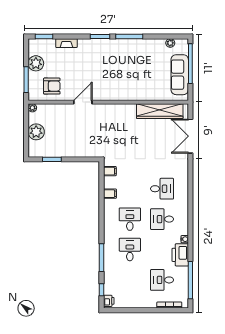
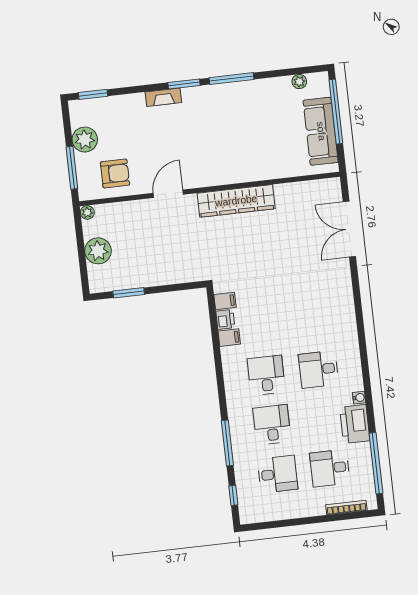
fireplace: (66, 43) -> (163, 97), moved
wardrobe: (160, 111) -> (236, 201), moved
desk: (162, 189) -> (278, 474), moved
printer: (109, 301) -> (225, 319), moved

